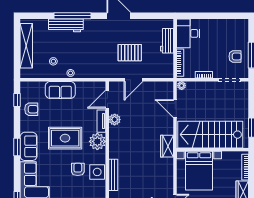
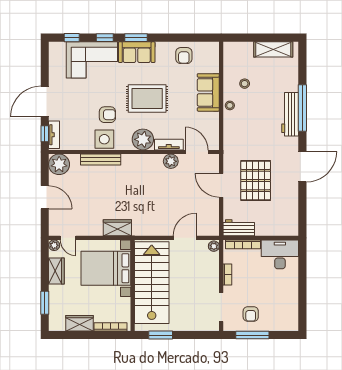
workbench: (66, 25) -> (290, 114), moved
workbench: (167, 41) -> (239, 228), moved
shelving: (26, 46) -> (273, 49), width x0.68
pallet: (130, 53) -> (256, 180), width x1.37, depth x1.41
window: (17, 100) -> (105, 38), moved
rug: (65, 138) -> (147, 98), turned 90
wardrobe: (167, 146) -> (117, 228), moved

